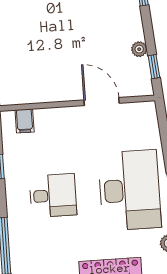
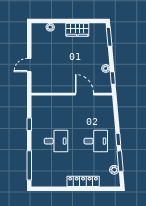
filing cabinet: (25, 121) -> (44, 102), removed
desk: (130, 190) -> (96, 141), width x0.53, depth x0.77

